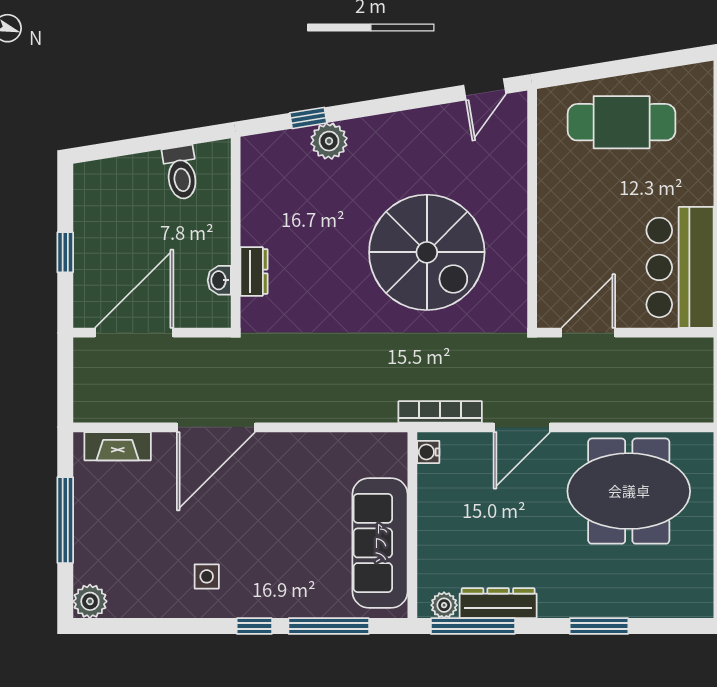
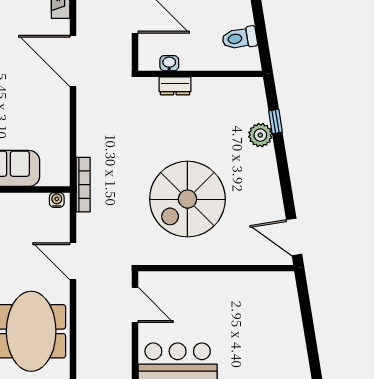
door: (485, 89) -> (294, 237), width x1.38
cafe table: (622, 122) -> (273, 327), removed
bookcase: (440, 412) -> (83, 185), moved

